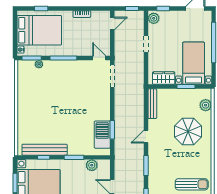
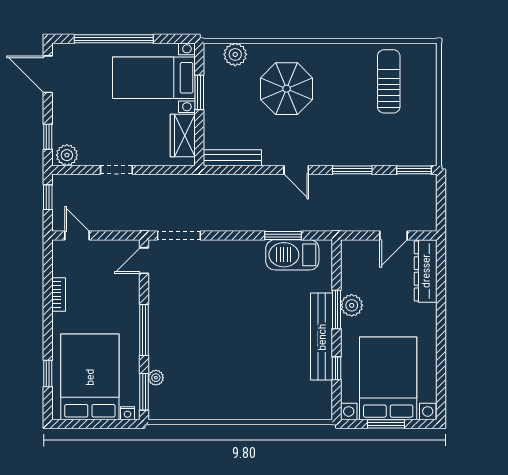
bench: (45, 150) -> (322, 337), moved
plant: (92, 165) -> (352, 305), moved

